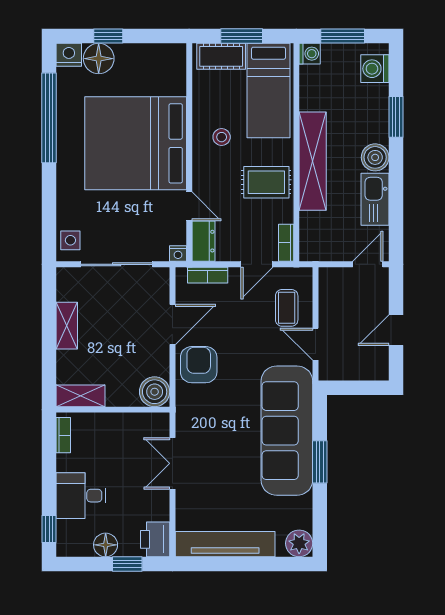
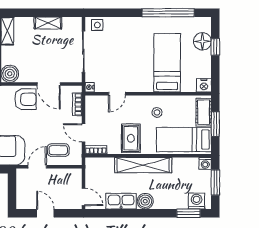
nightstand: (69, 55) -> (204, 85), moved, turned 90
window: (396, 117) -> (188, 213), moved
bed: (136, 143) -> (167, 63), width x0.49
dresser: (203, 241) -> (97, 102), removed

